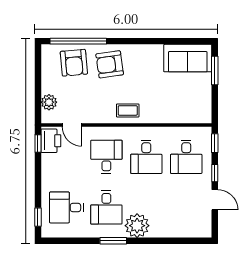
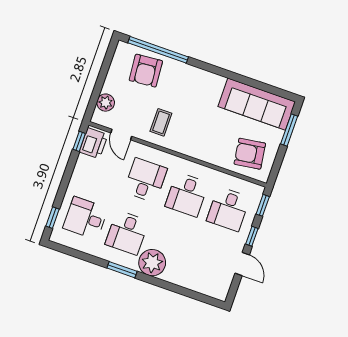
sofa: (188, 58) -> (257, 104), width x1.36
armchair: (110, 64) -> (250, 154), moved
coffee table: (128, 110) -> (161, 122), moved, turned 90

